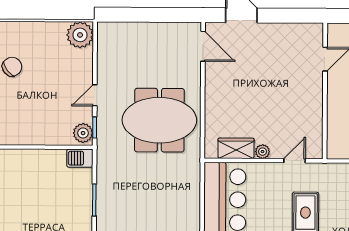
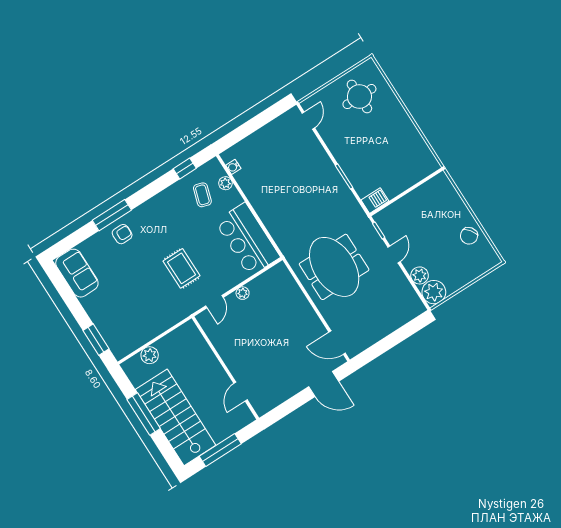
meeting table: (159, 120) -> (334, 267), turned 90
plant: (83, 133) -> (420, 275), moved
wardrobe: (236, 148) -> (264, 283), removed

